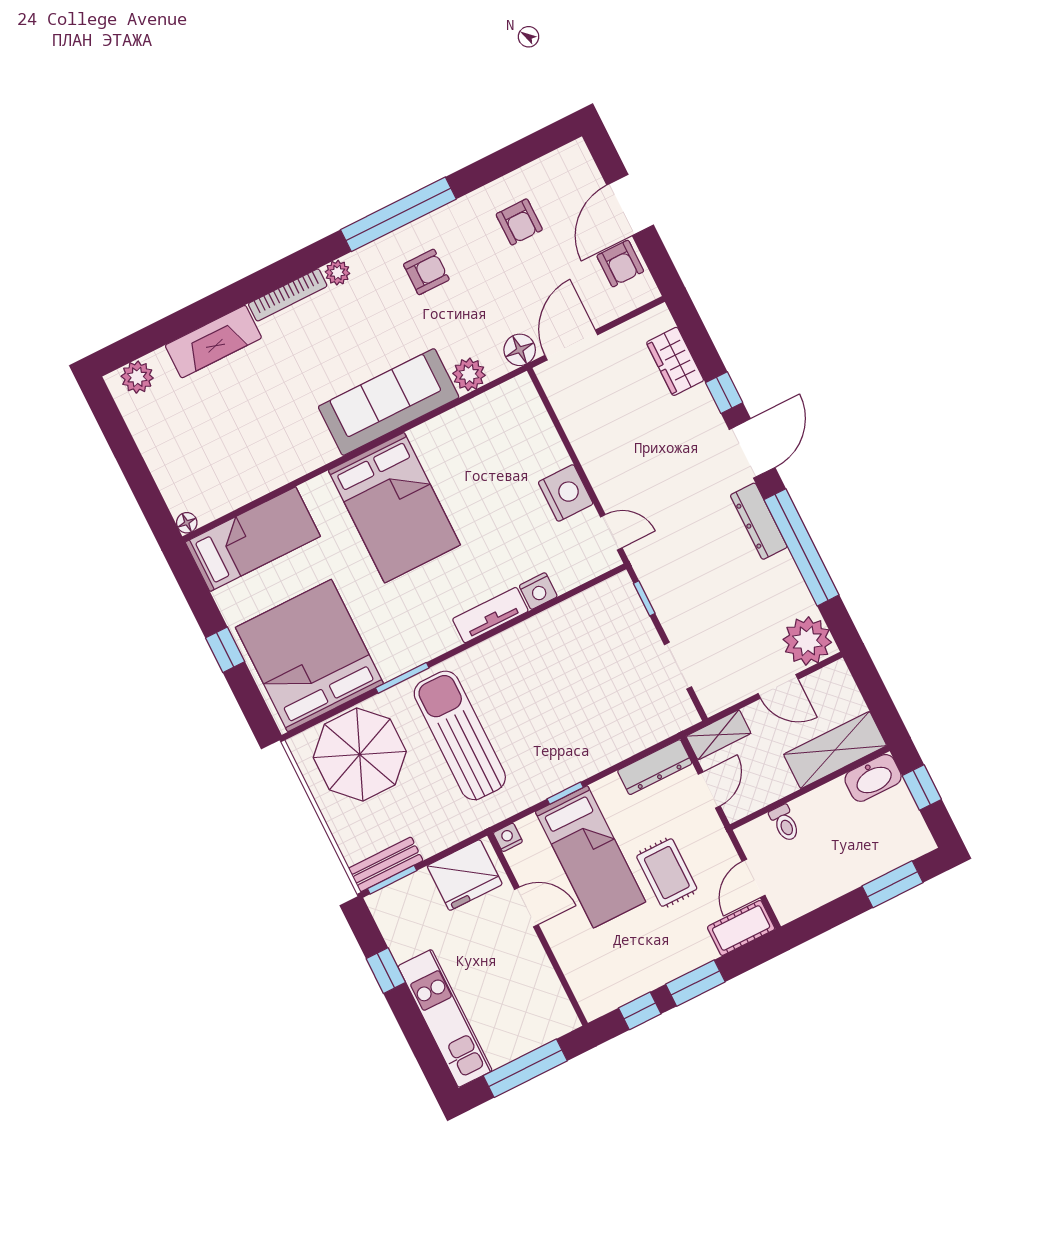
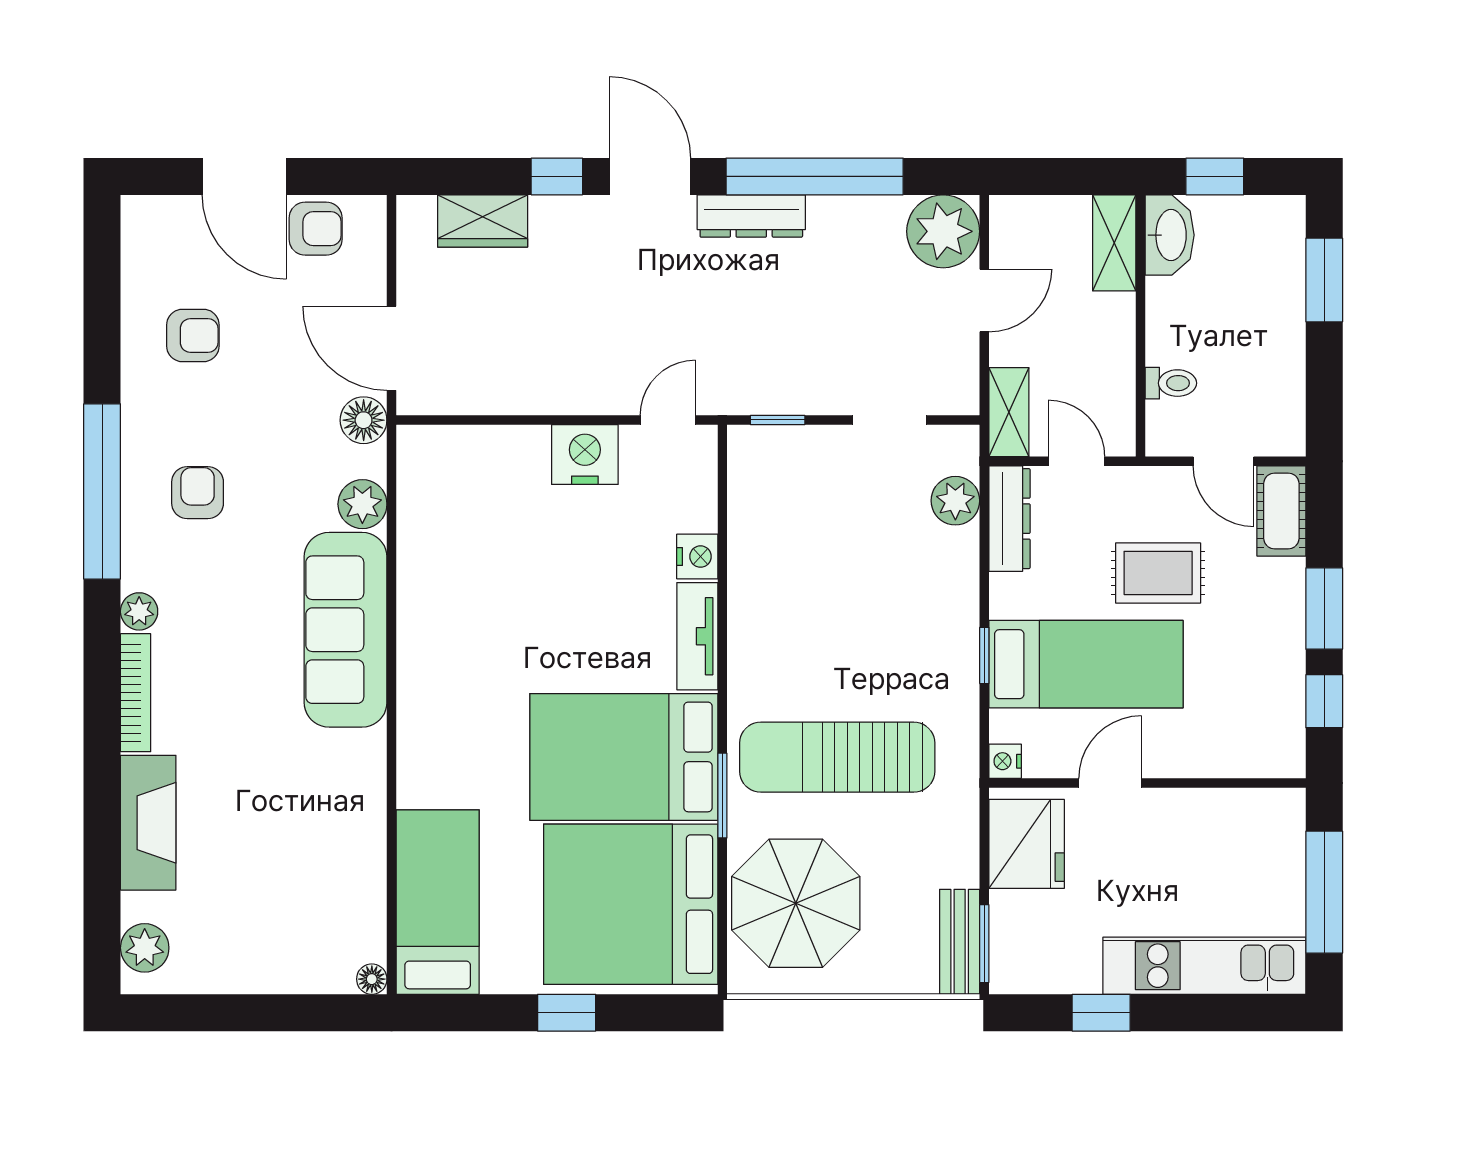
bed: (394, 508) -> (624, 757), moved, turned 180
plant: (649, 729) -> (955, 501), added
shelving: (835, 750) -> (1114, 243), width x0.67, depth x0.75

